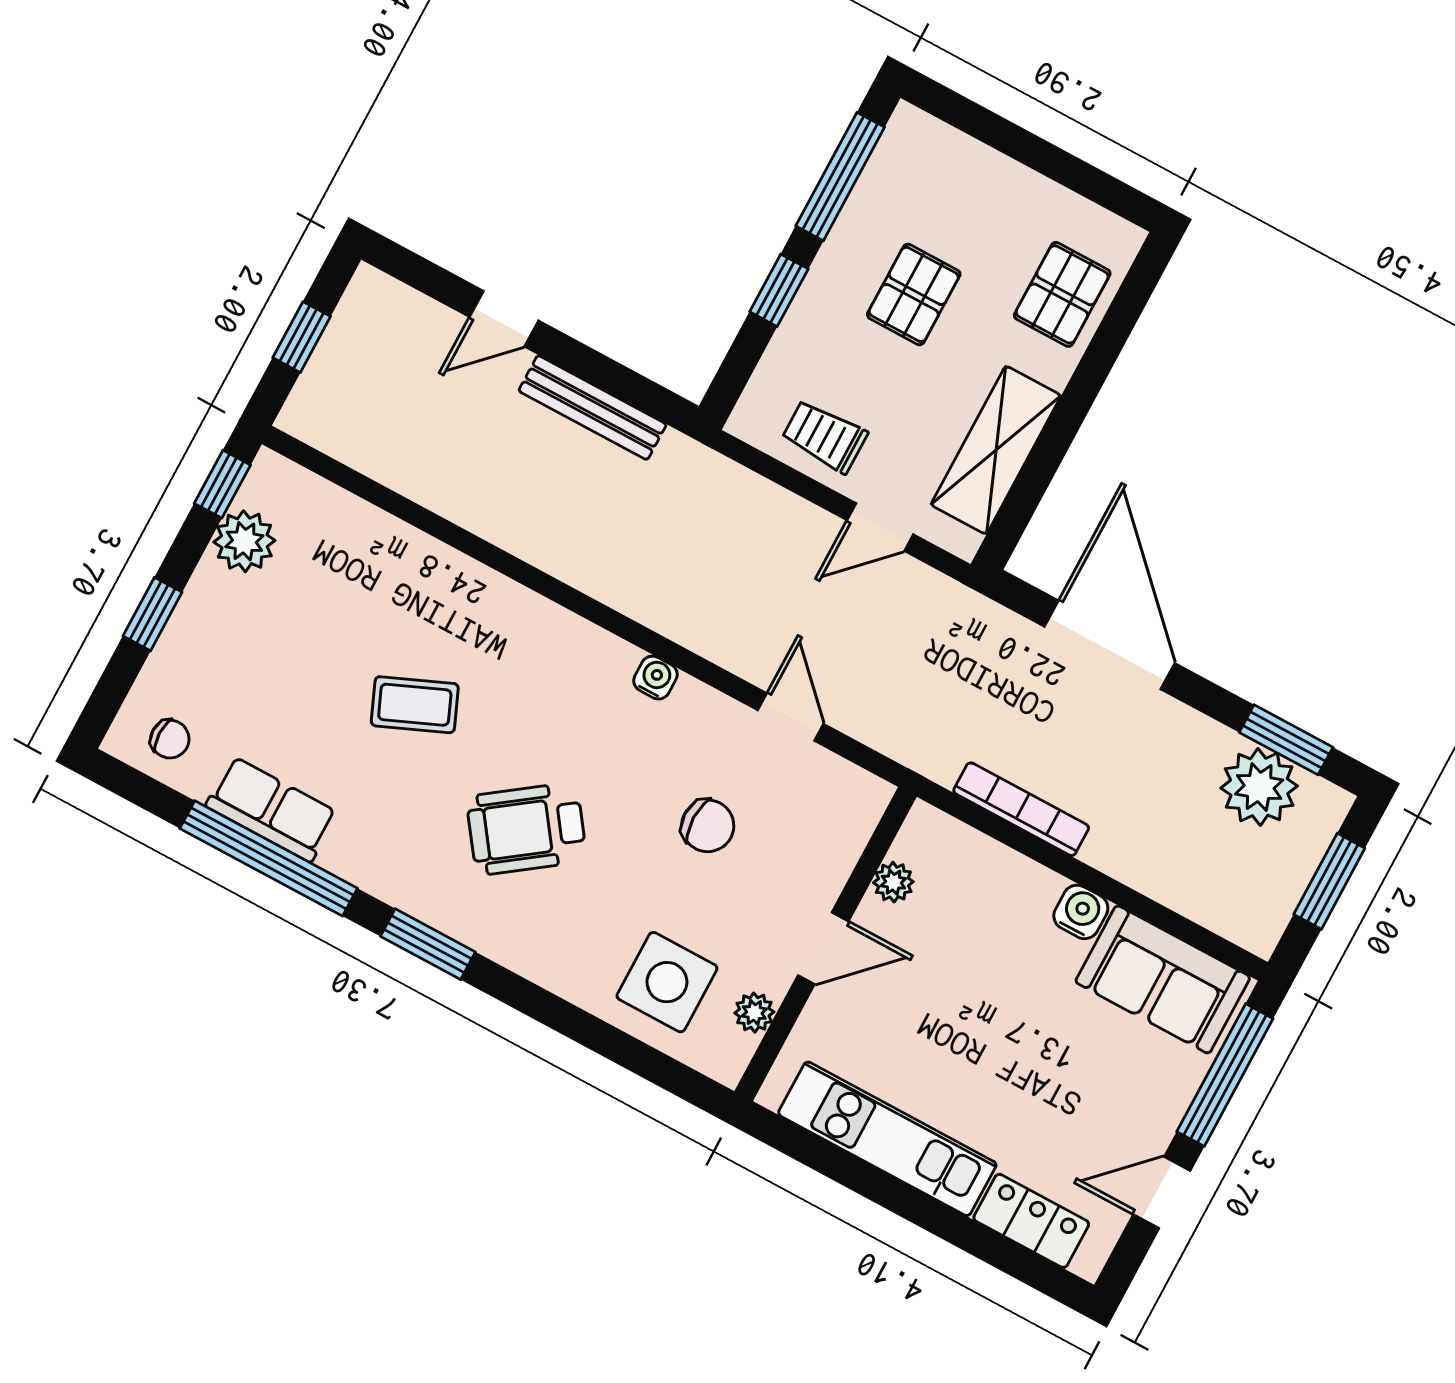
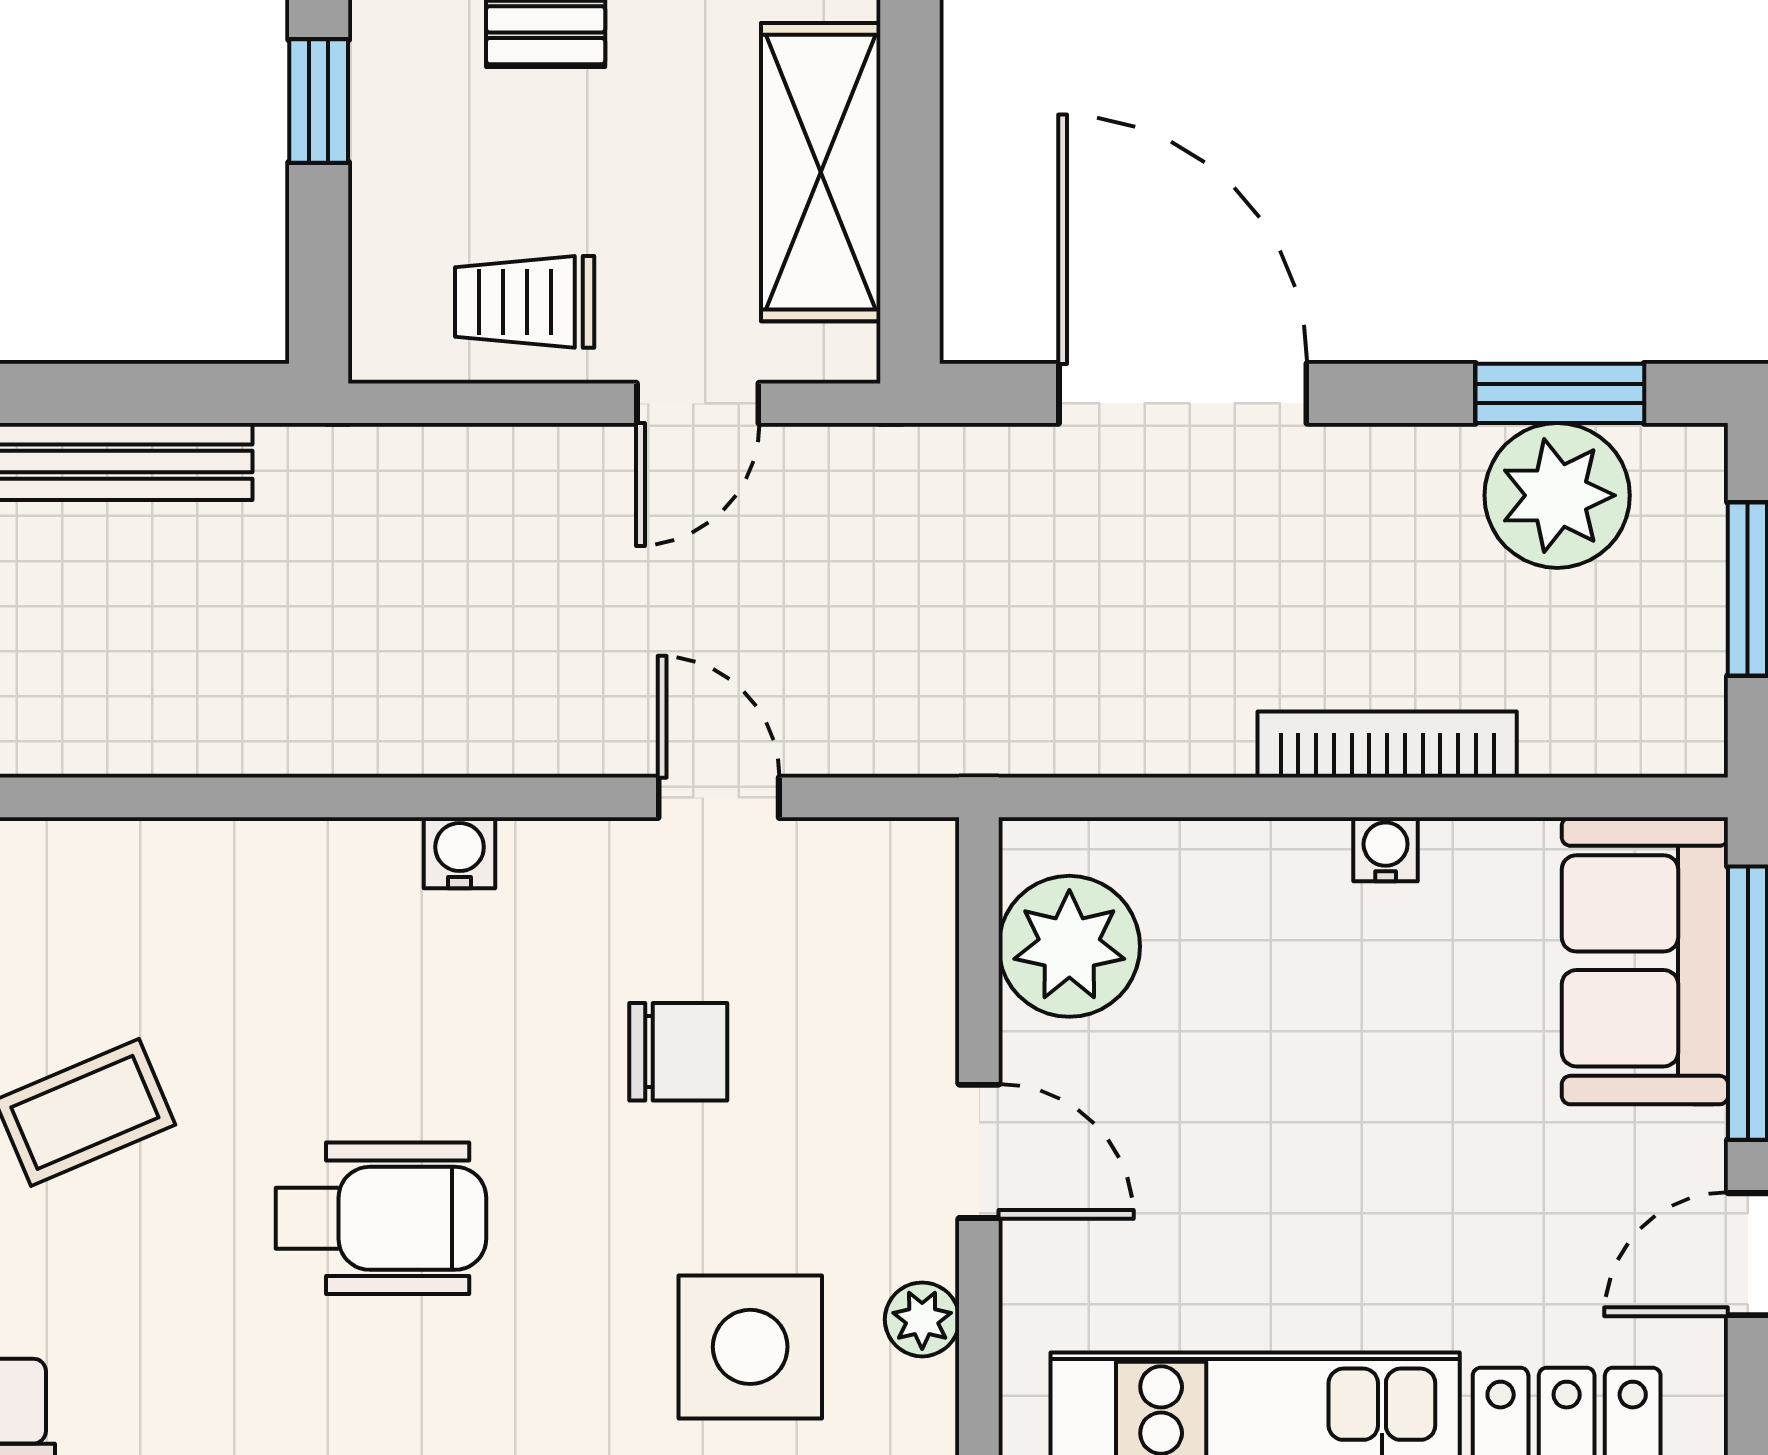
bookcase: (1021, 809) -> (1387, 745), moved
wheelchair: (527, 829) -> (381, 1218), turned -144
plant: (893, 882) -> (1069, 946), width x1.87, depth x1.87
water cooler: (1081, 912) -> (1386, 849), width x0.72, depth x0.72
door: (823, 948) -> (979, 1151), hinge flipped
sofa: (1163, 979) -> (1645, 961), moved, turned 90

